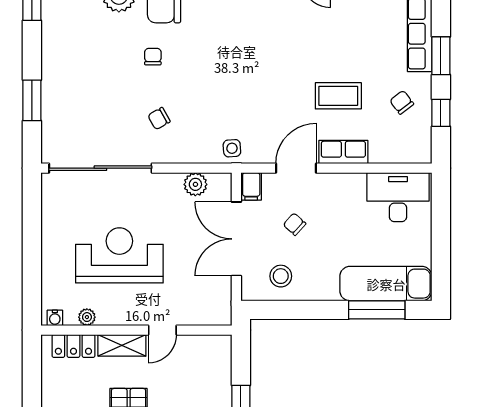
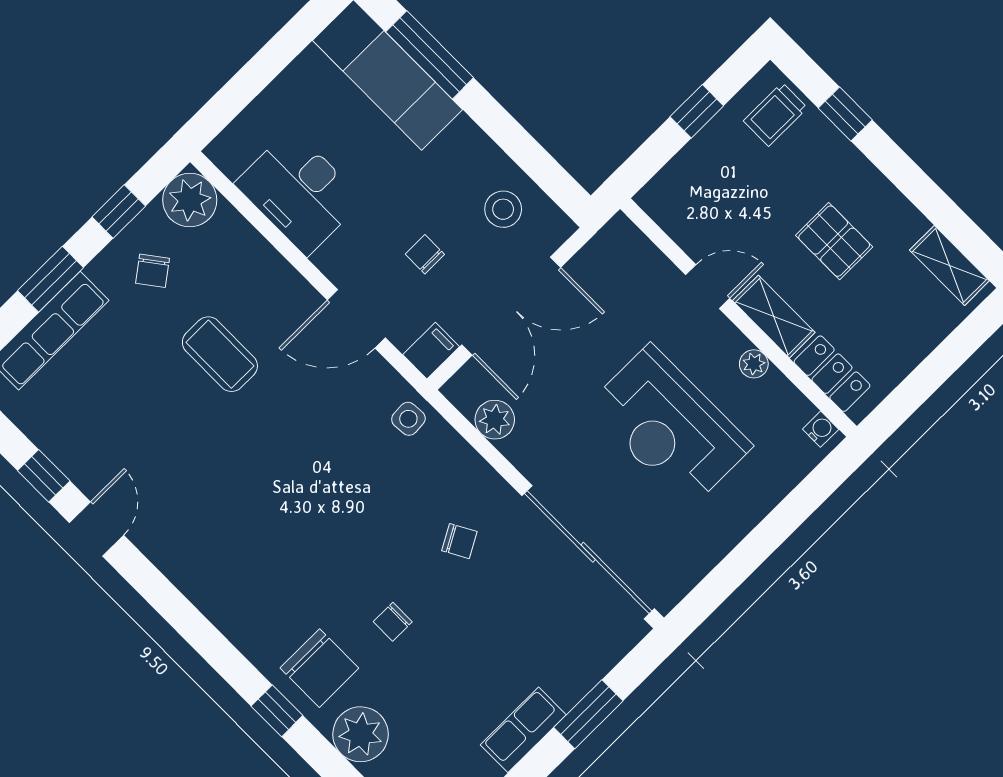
plant: (416, 148) -> (190, 200), added
row of seats: (343, 152) -> (523, 730), moved, turned 90
desk: (398, 197) -> (299, 192), moved
chair: (295, 224) -> (425, 254), turned 138
plant: (87, 317) -> (754, 364), moved

